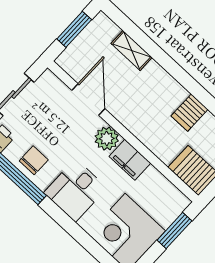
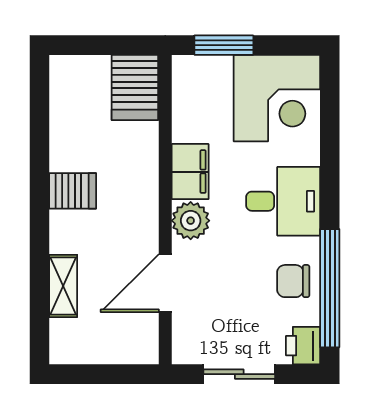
window: (74, 29) -> (100, 374), removed
server rack: (190, 113) -> (73, 191), moved

